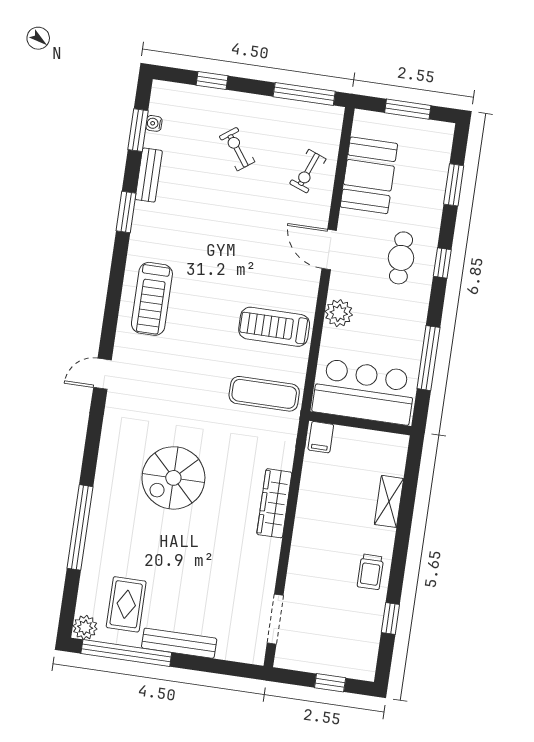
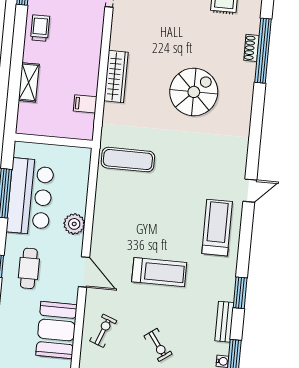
treadmill: (274, 327) -> (159, 272), moved
door: (102, 374) -> (250, 191), moved
bar counter: (364, 392) -> (30, 197), moved, turned -90
filing cabinet: (321, 437) -> (85, 104), moved, turned -90
shoe rack: (95, 532) -> (251, 48), added

